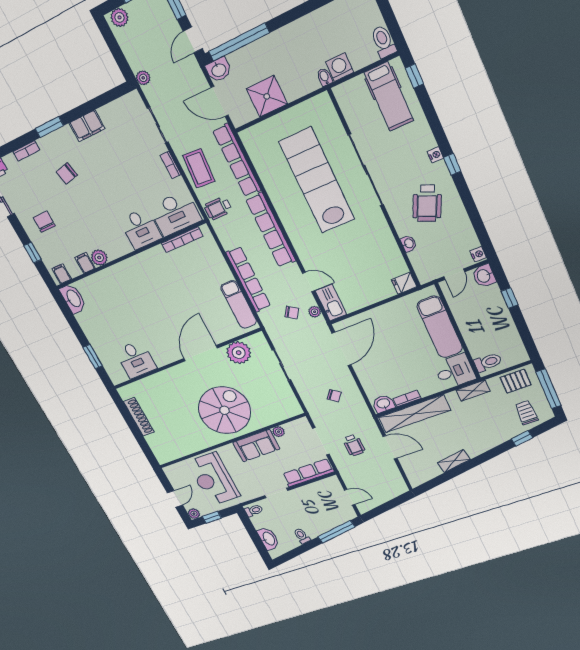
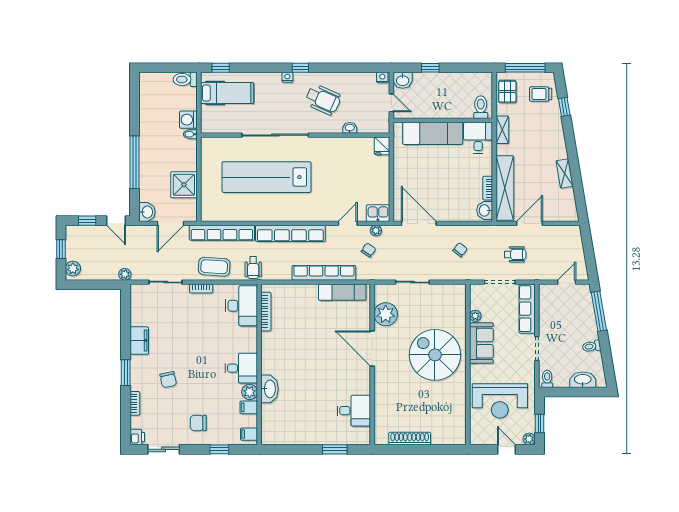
window: (239, 42) -> (134, 162), moved
desk: (141, 229) -> (241, 368), moved
washbasin: (73, 299) -> (269, 389), moved, turned 90
kitchen sink: (331, 303) -> (378, 213), width x0.73

